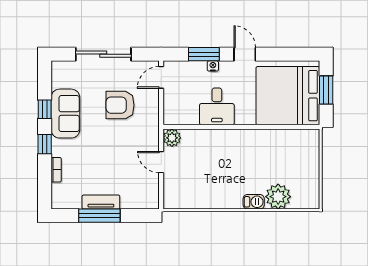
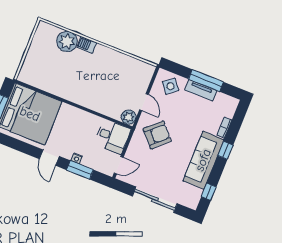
armchair: (120, 105) -> (157, 135), moved, turned -43
desk: (217, 106) -> (112, 137), moved, turned 90
window: (45, 109) -> (209, 192), moved
sofa: (65, 114) -> (203, 160), width x1.36
side table: (138, 193) -> (170, 86), added

